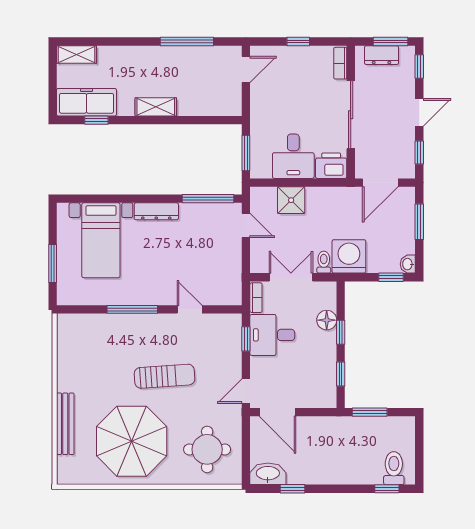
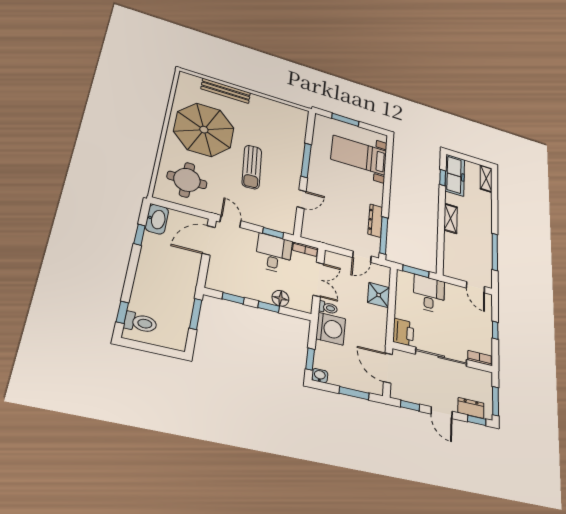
dresser: (381, 55) -> (471, 408), moved, turned 90
desk: (293, 156) -> (429, 294), moved, turned 90
dresser: (156, 211) -> (375, 221), moved

